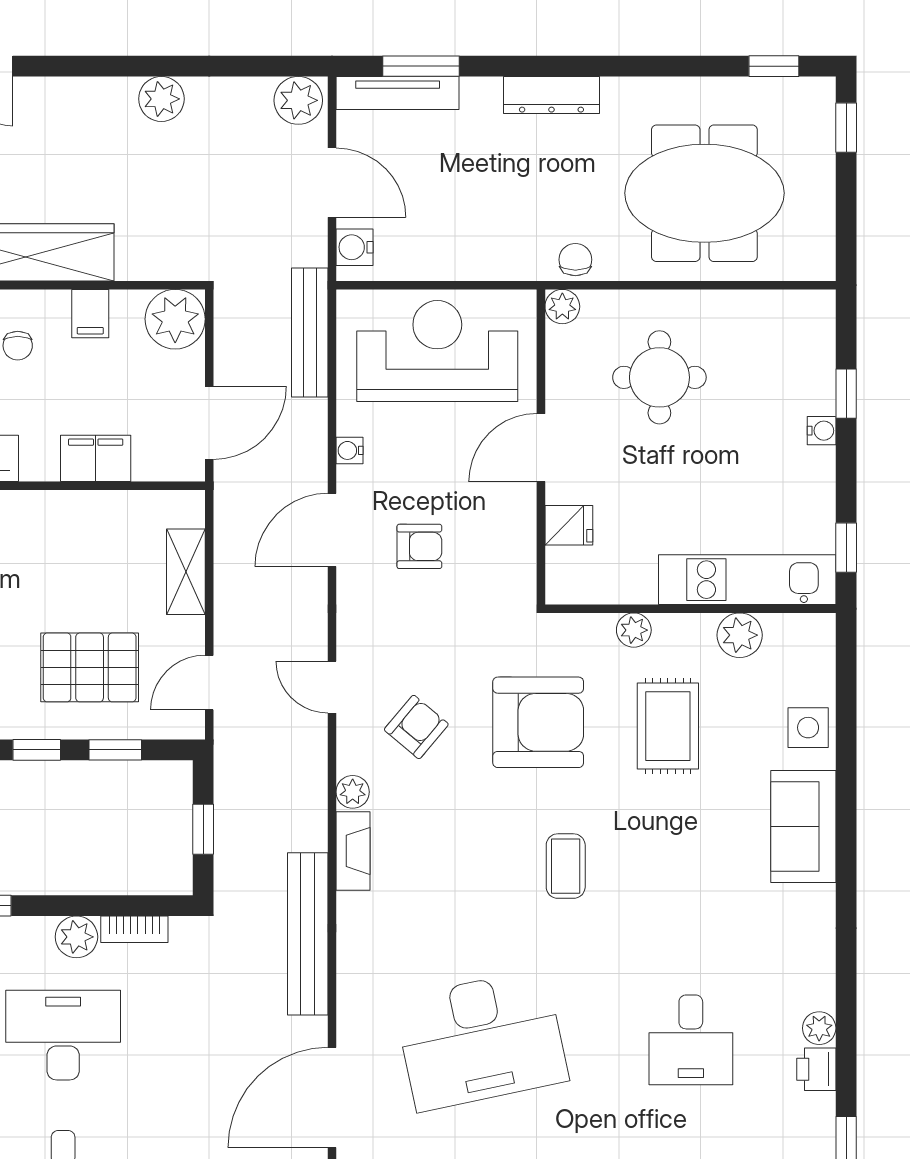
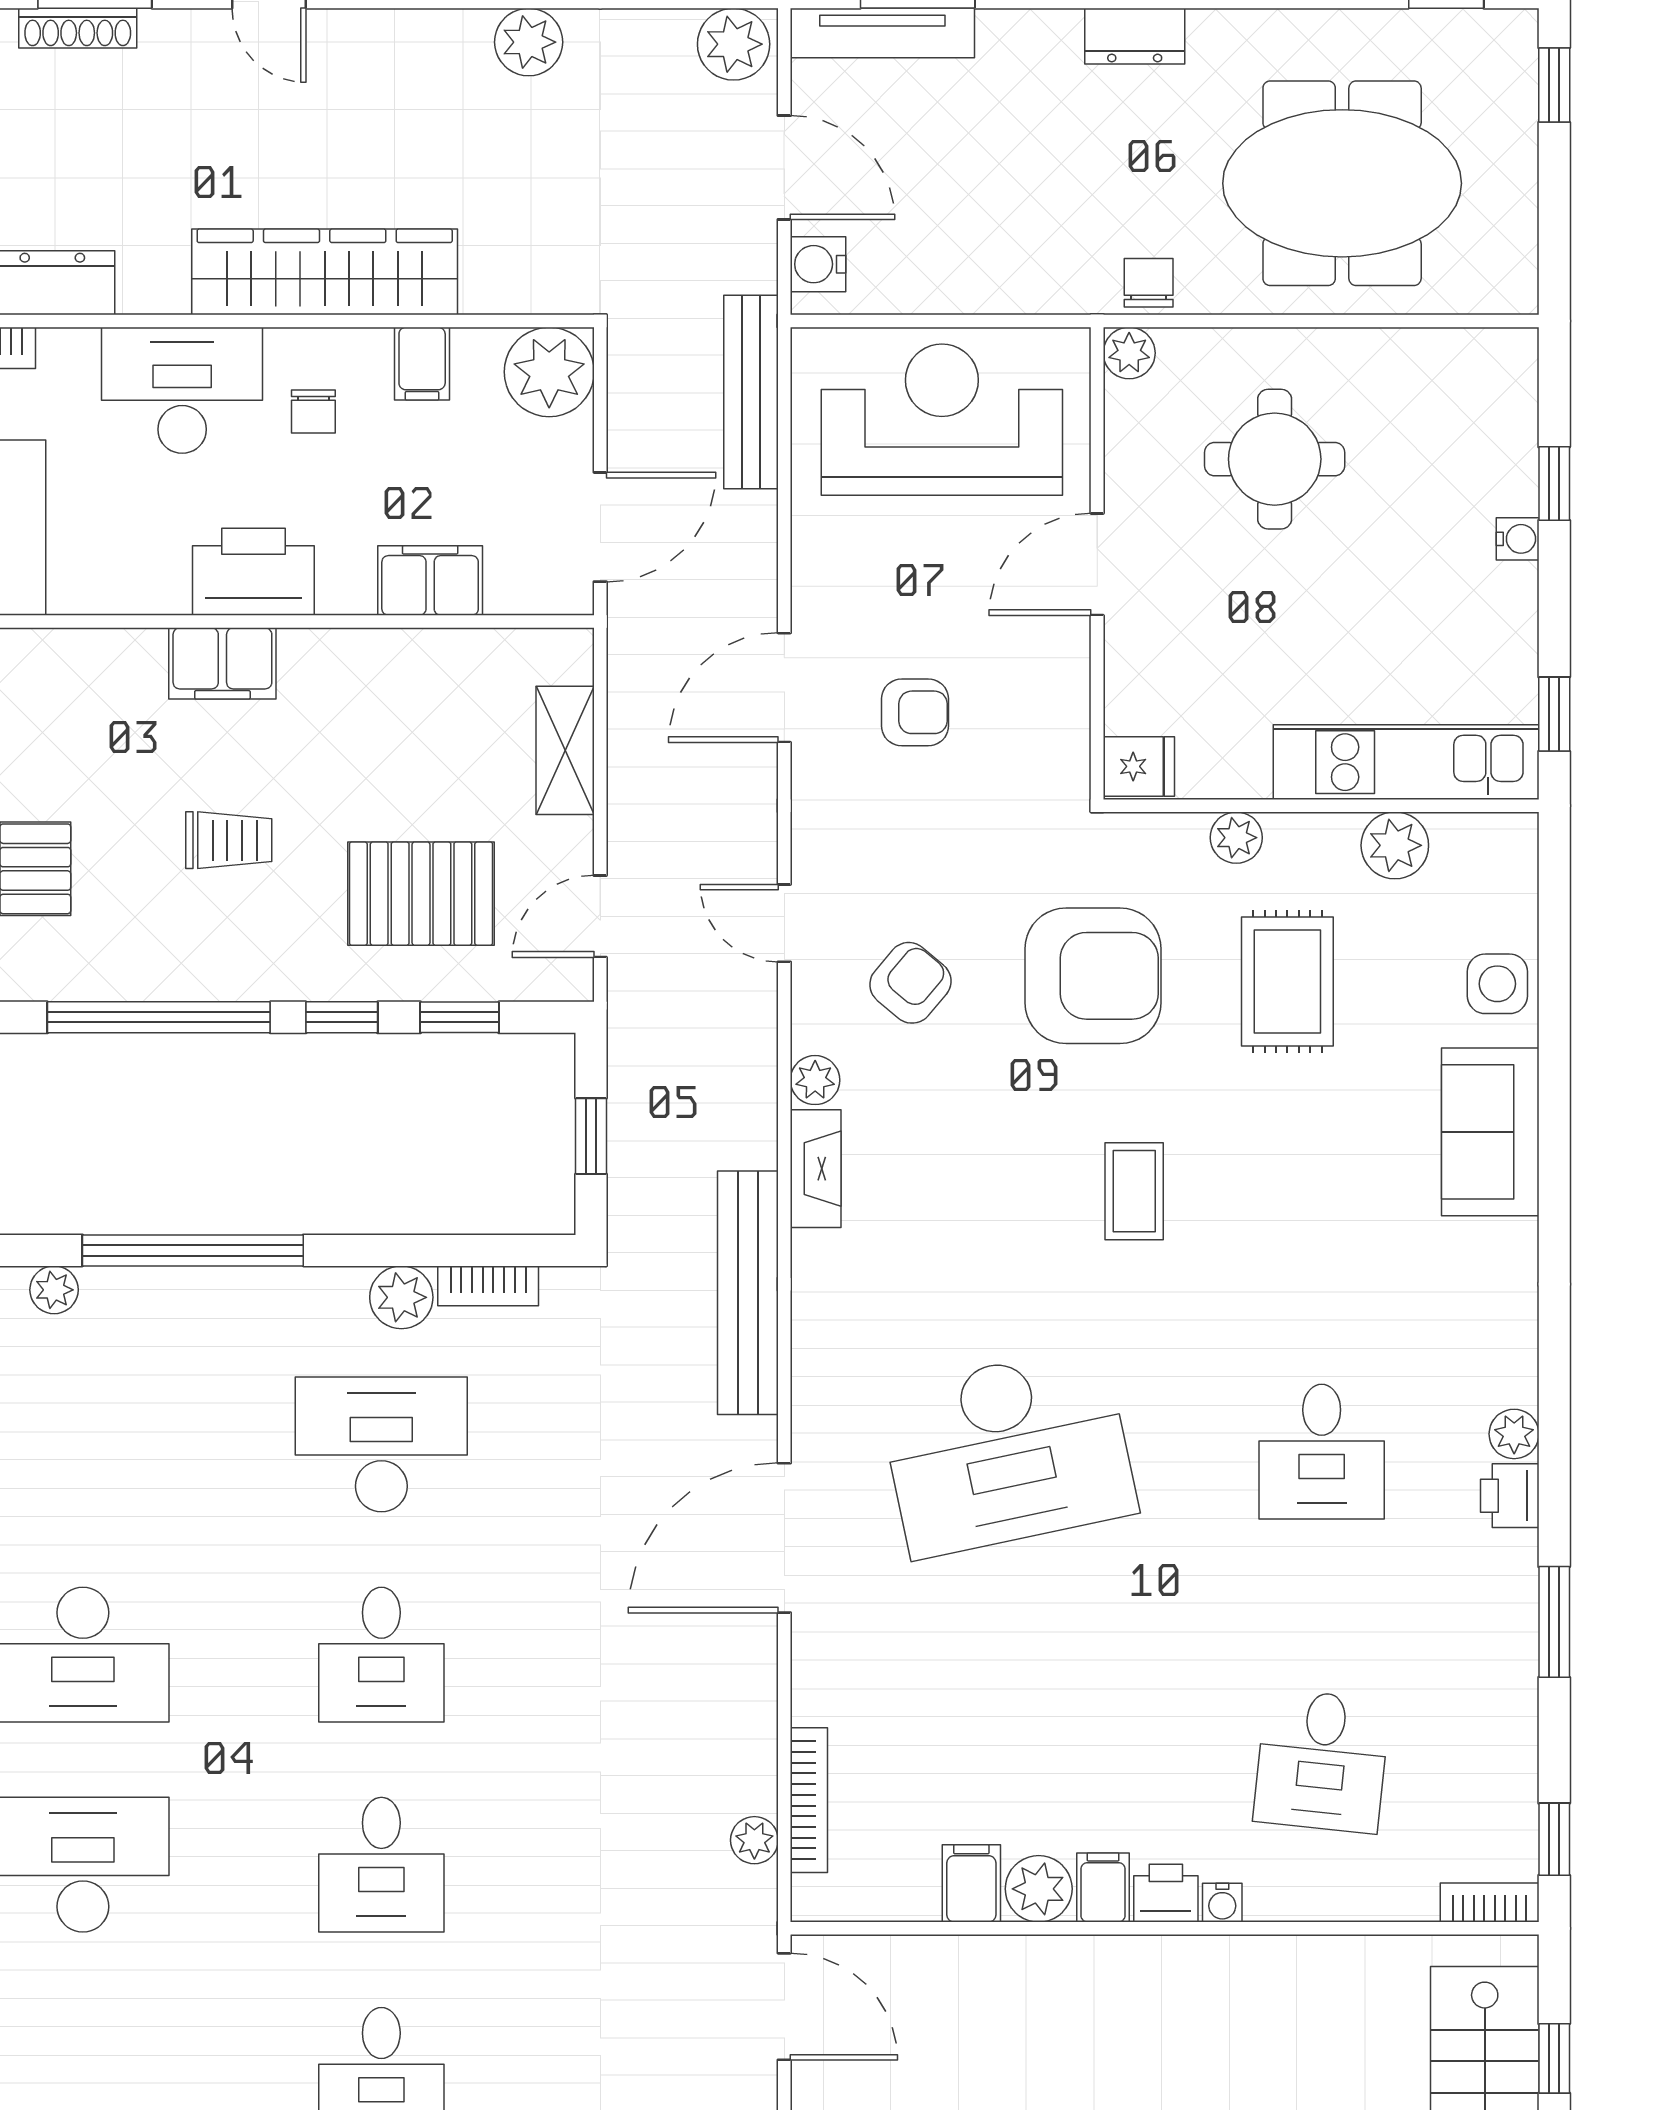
dresser: (551, 95) -> (1135, 36), width x0.70
water cooler: (350, 450) -> (810, 569), removed
fridge: (569, 525) -> (1139, 766), moved

